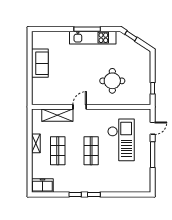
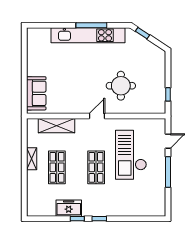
kitchen unit: (93, 38) -> (88, 35), width x1.36
sofa: (40, 63) -> (36, 93), moved
door: (80, 107) -> (97, 116), moved
checkout: (121, 140) -> (131, 155), turned 180
freezer: (42, 185) -> (69, 208), moved

